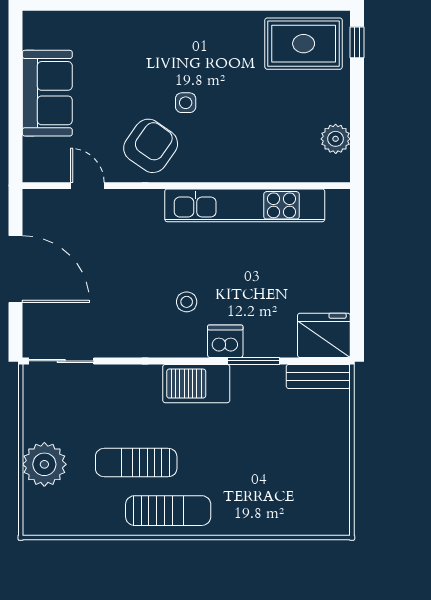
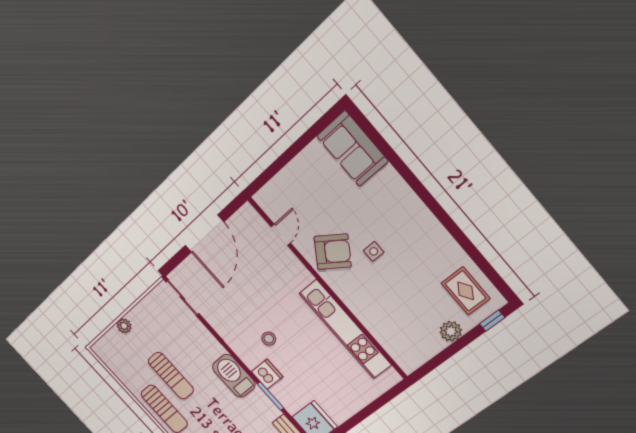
rug: (304, 44) -> (466, 291), width x0.73, depth x0.70
sofa: (47, 93) -> (352, 149), moved, turned 90
plant: (336, 139) -> (451, 331), moved
sun lounger: (136, 463) -> (171, 376), turned 180
plant: (44, 464) -> (124, 326), width x0.53, depth x0.53

